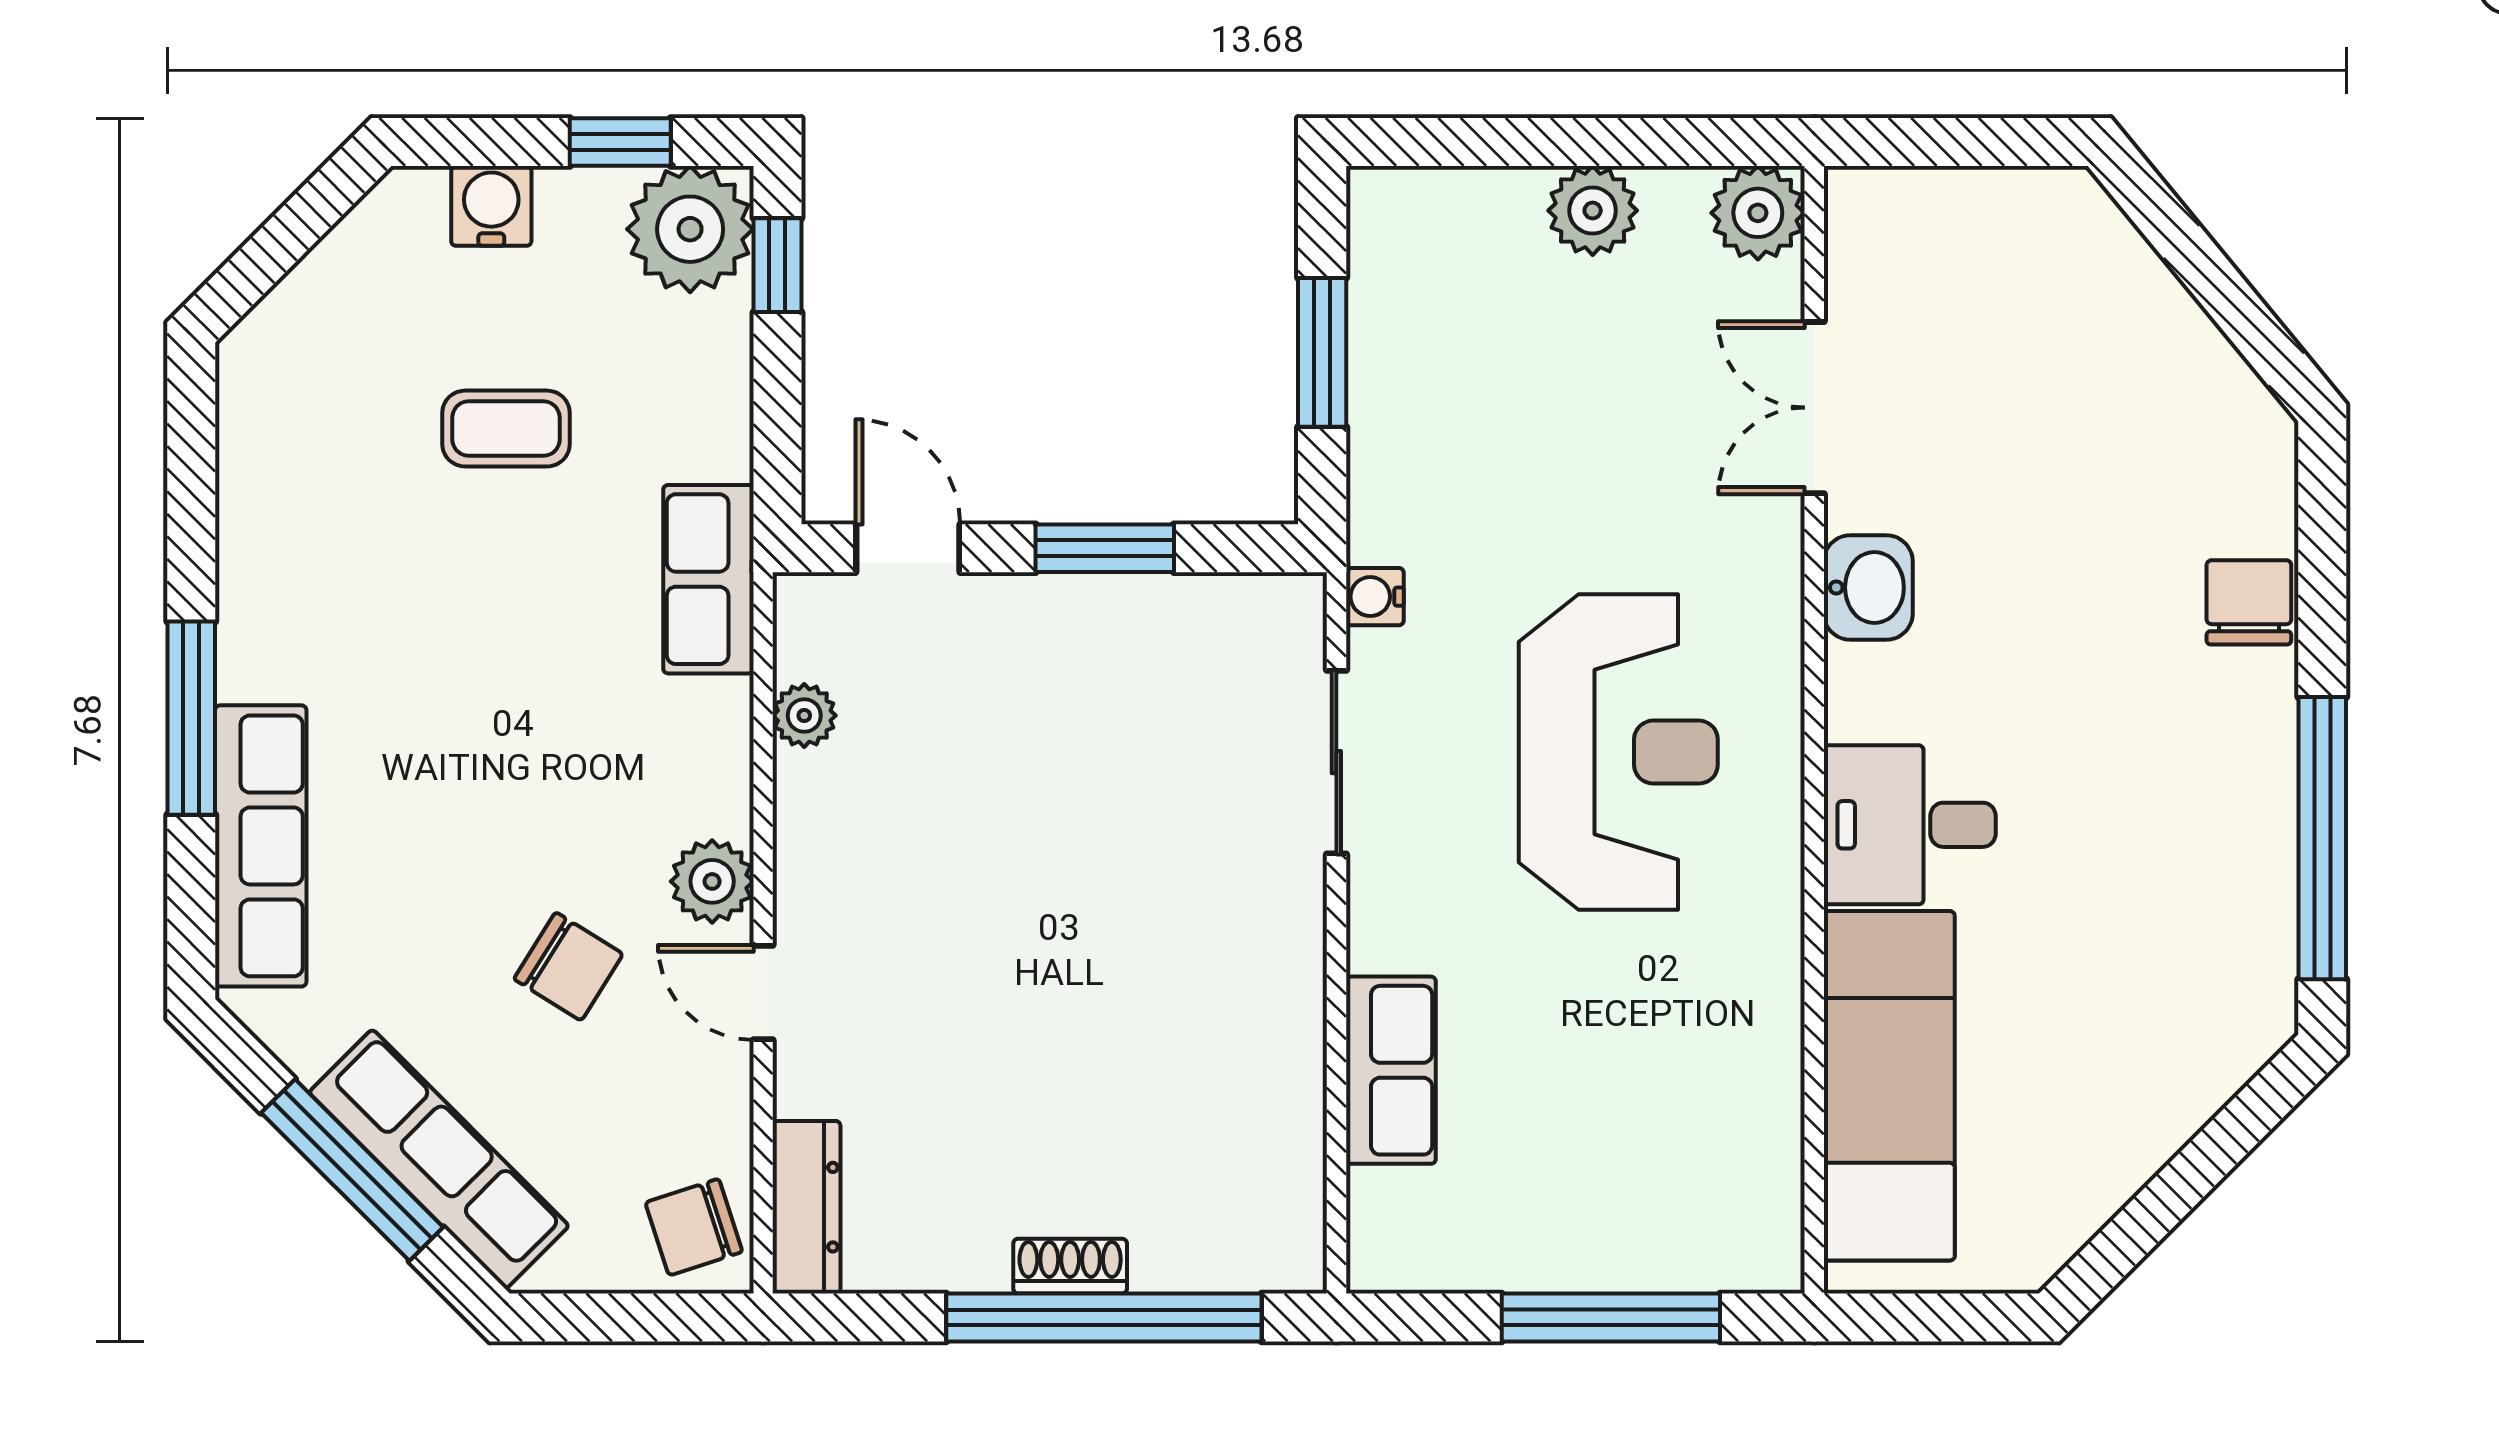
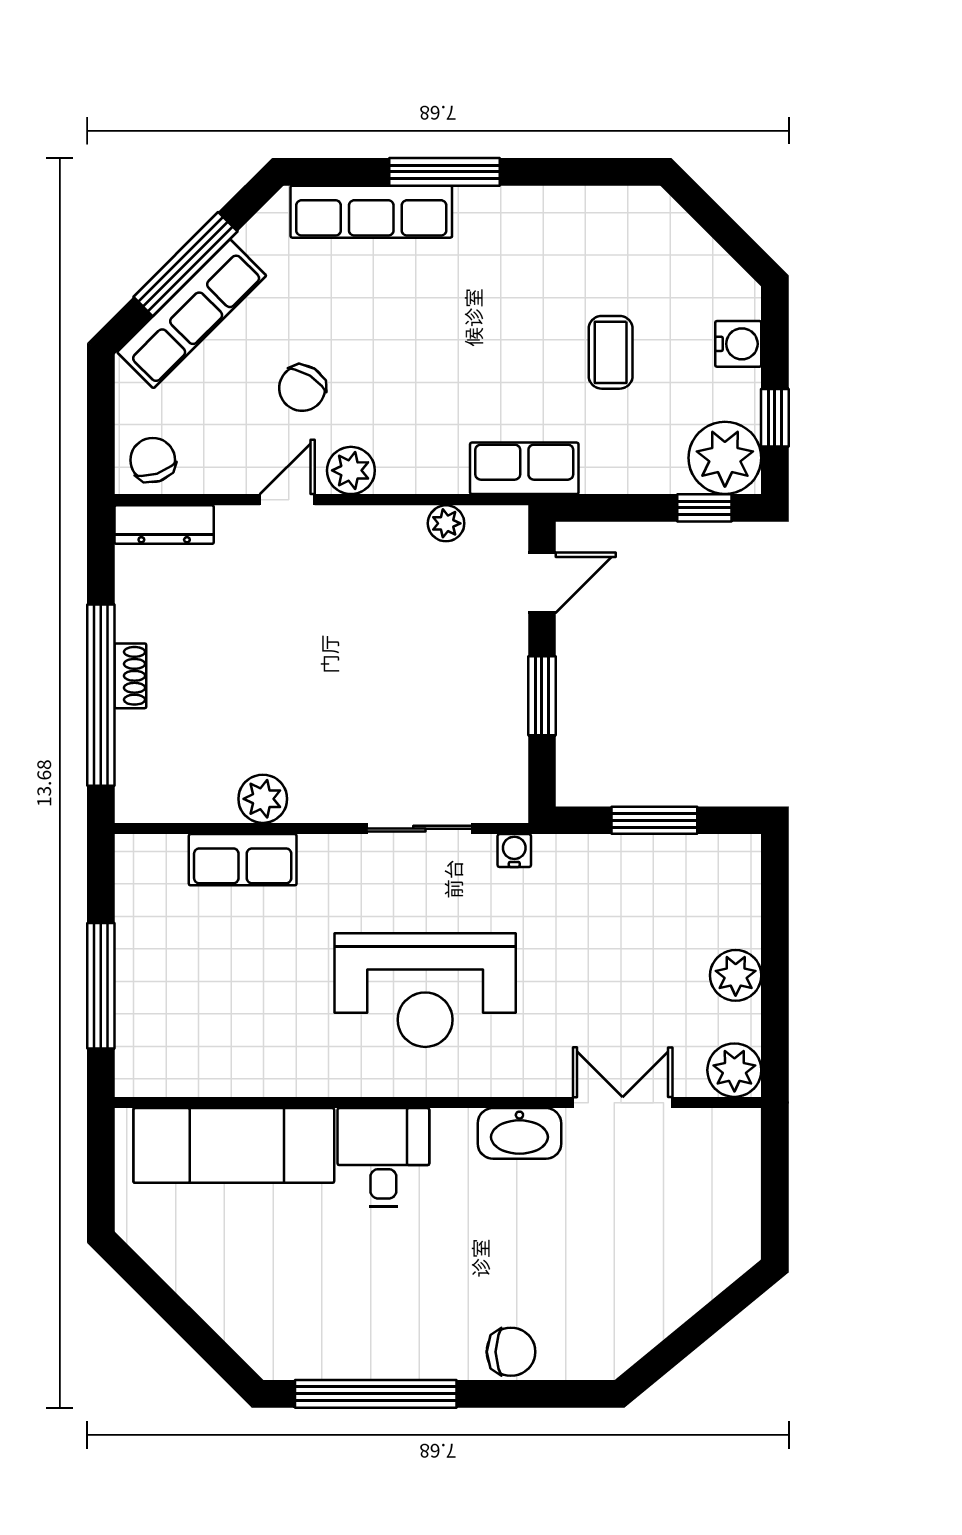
washbasin: (1868, 587) -> (519, 1133), width x1.38
plant: (1285, 1035) -> (263, 799), added

